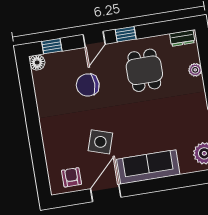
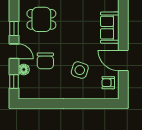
floor lamp: (37, 63) -> (24, 69), moved
side table: (100, 142) -> (80, 70), moved
sofa: (148, 167) -> (110, 28), width x0.73

